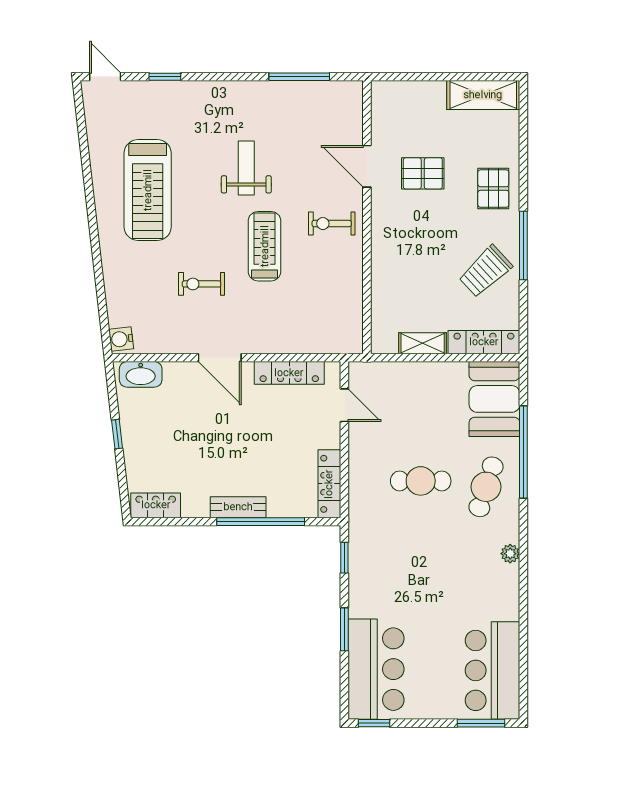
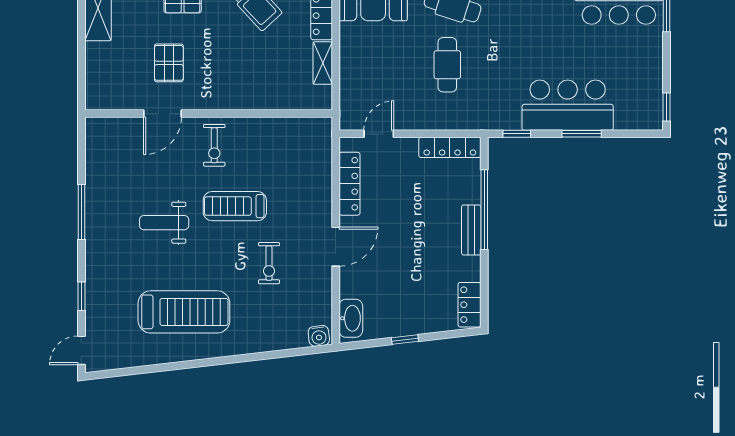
window: (299, 77) -> (81, 212), moved
bar counter: (376, 669) -> (568, 105), moved

